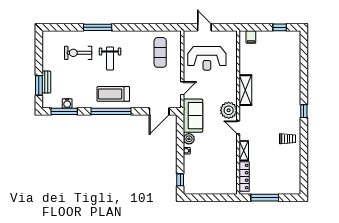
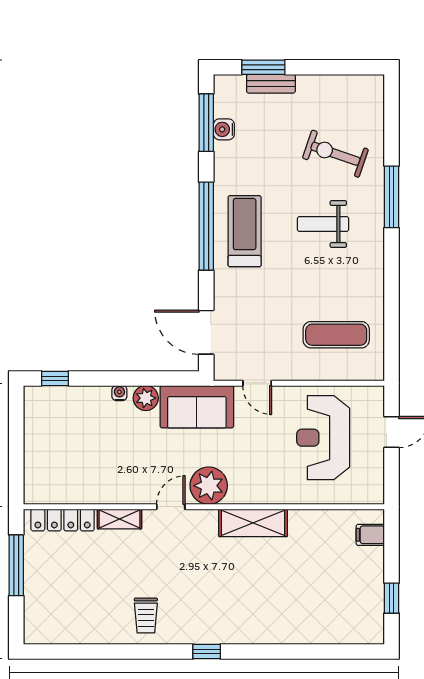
exercise bike: (78, 53) -> (335, 154), turned -71

